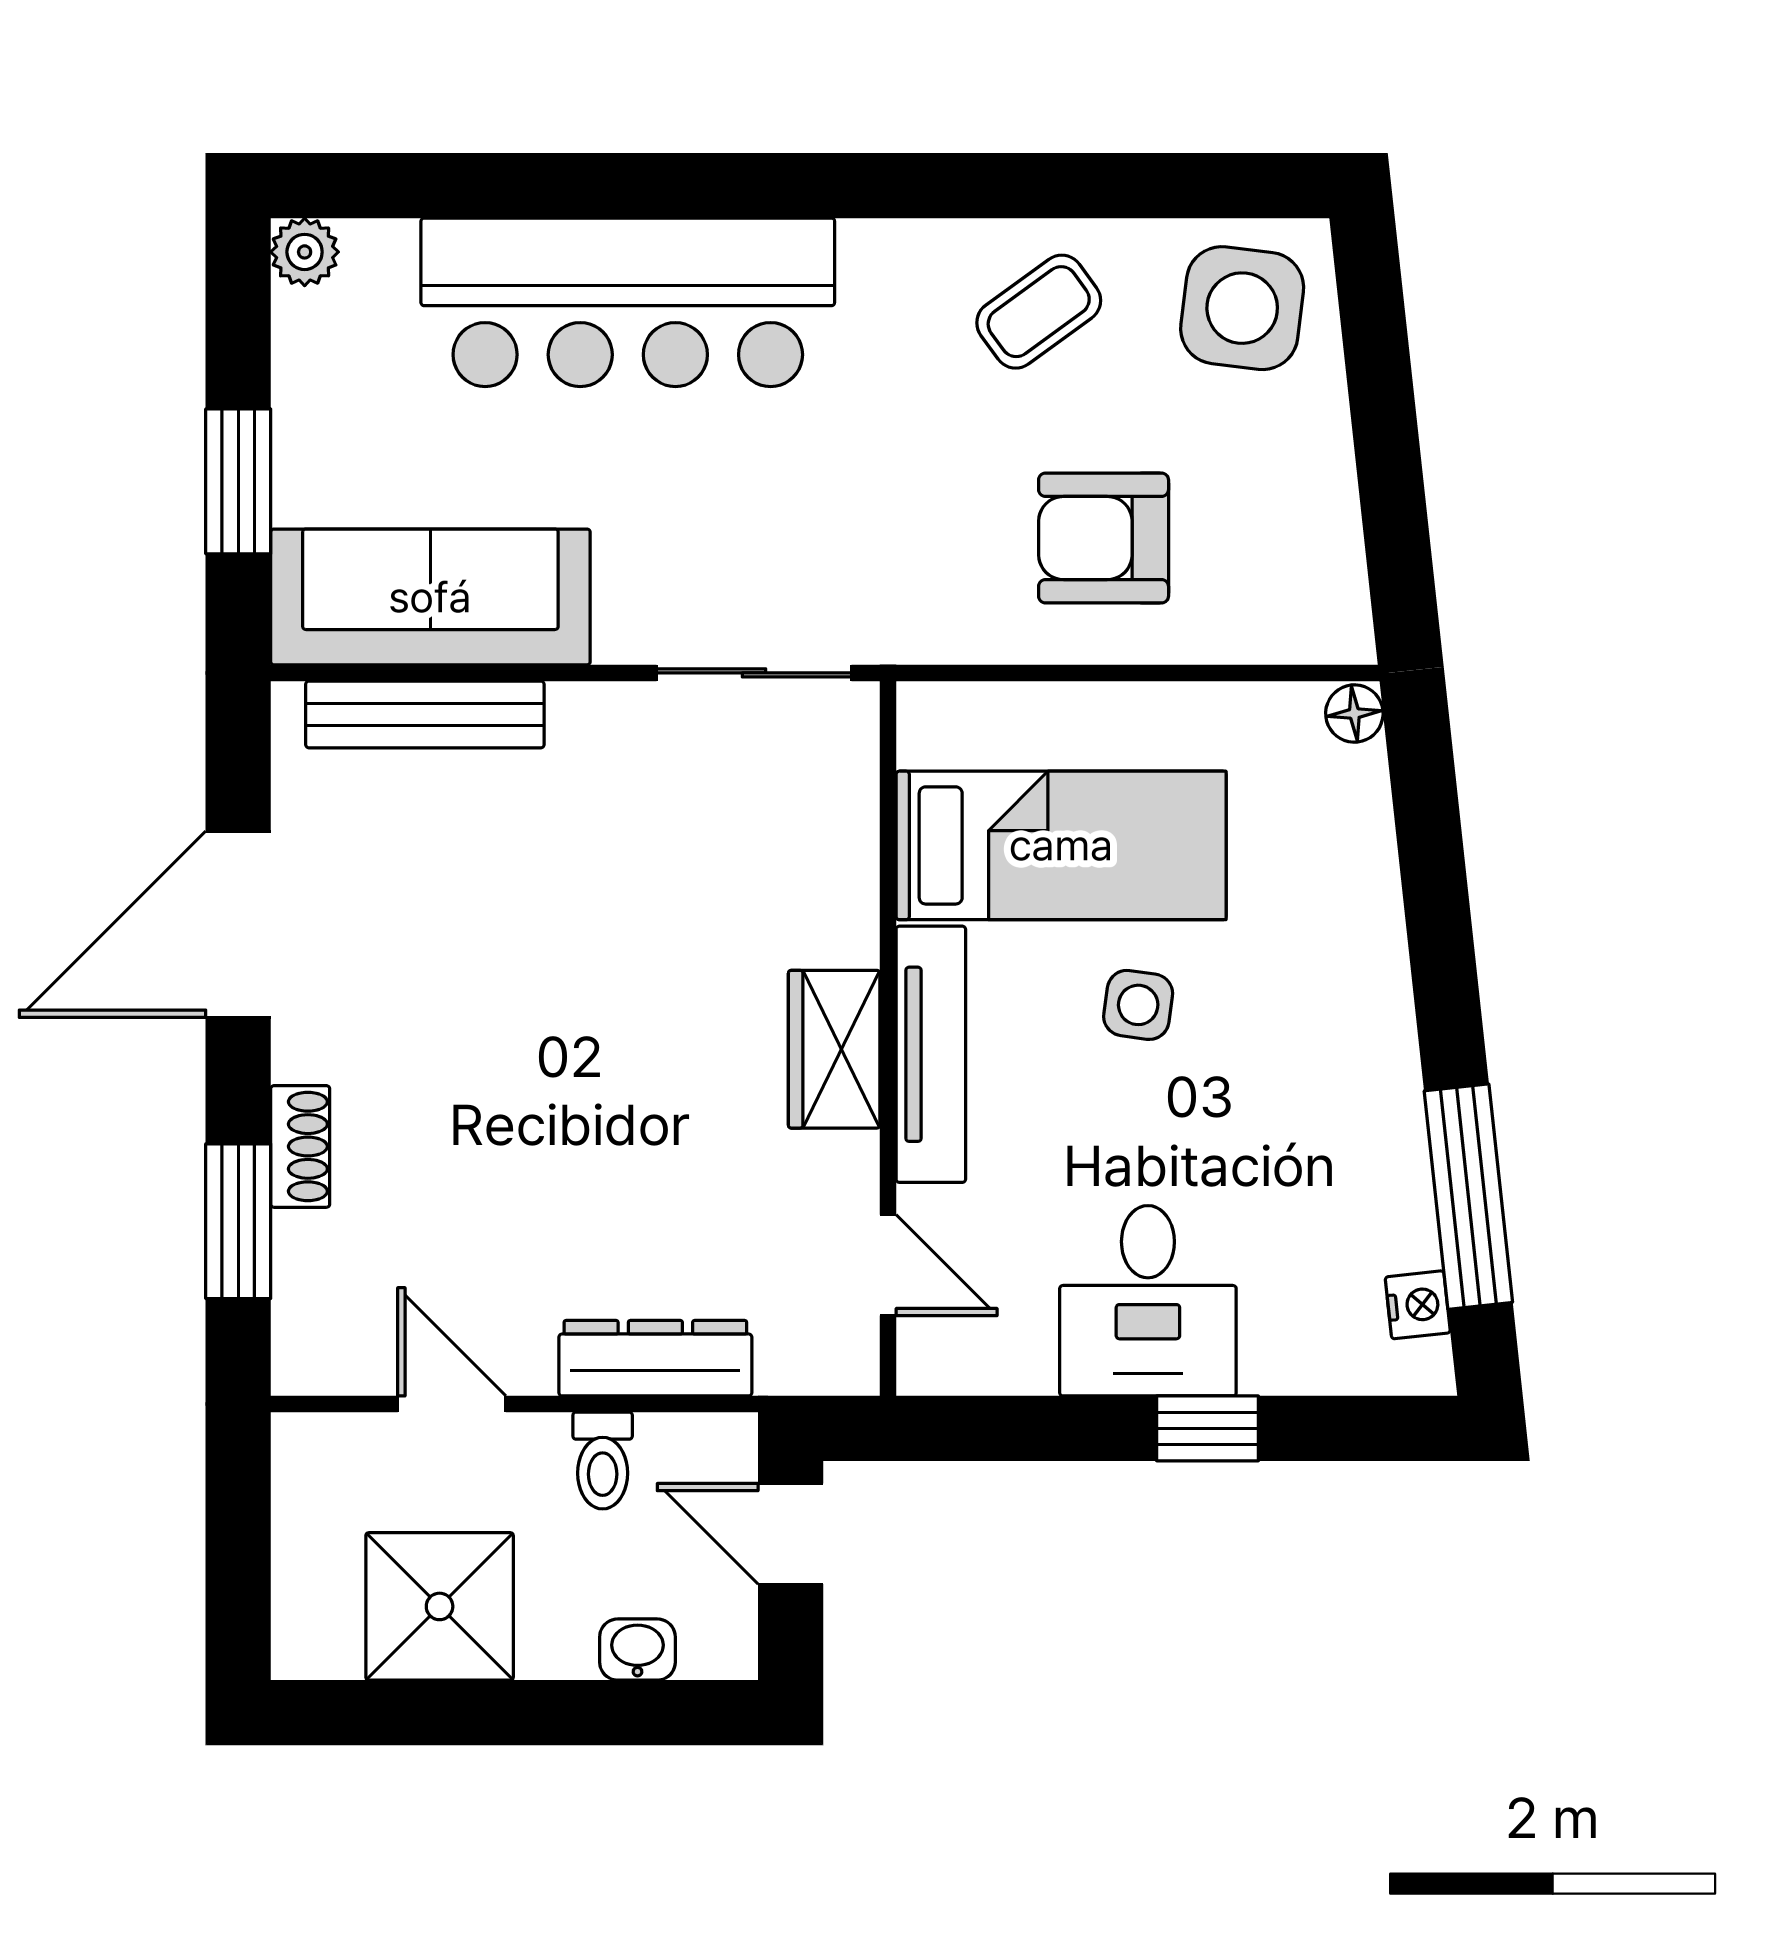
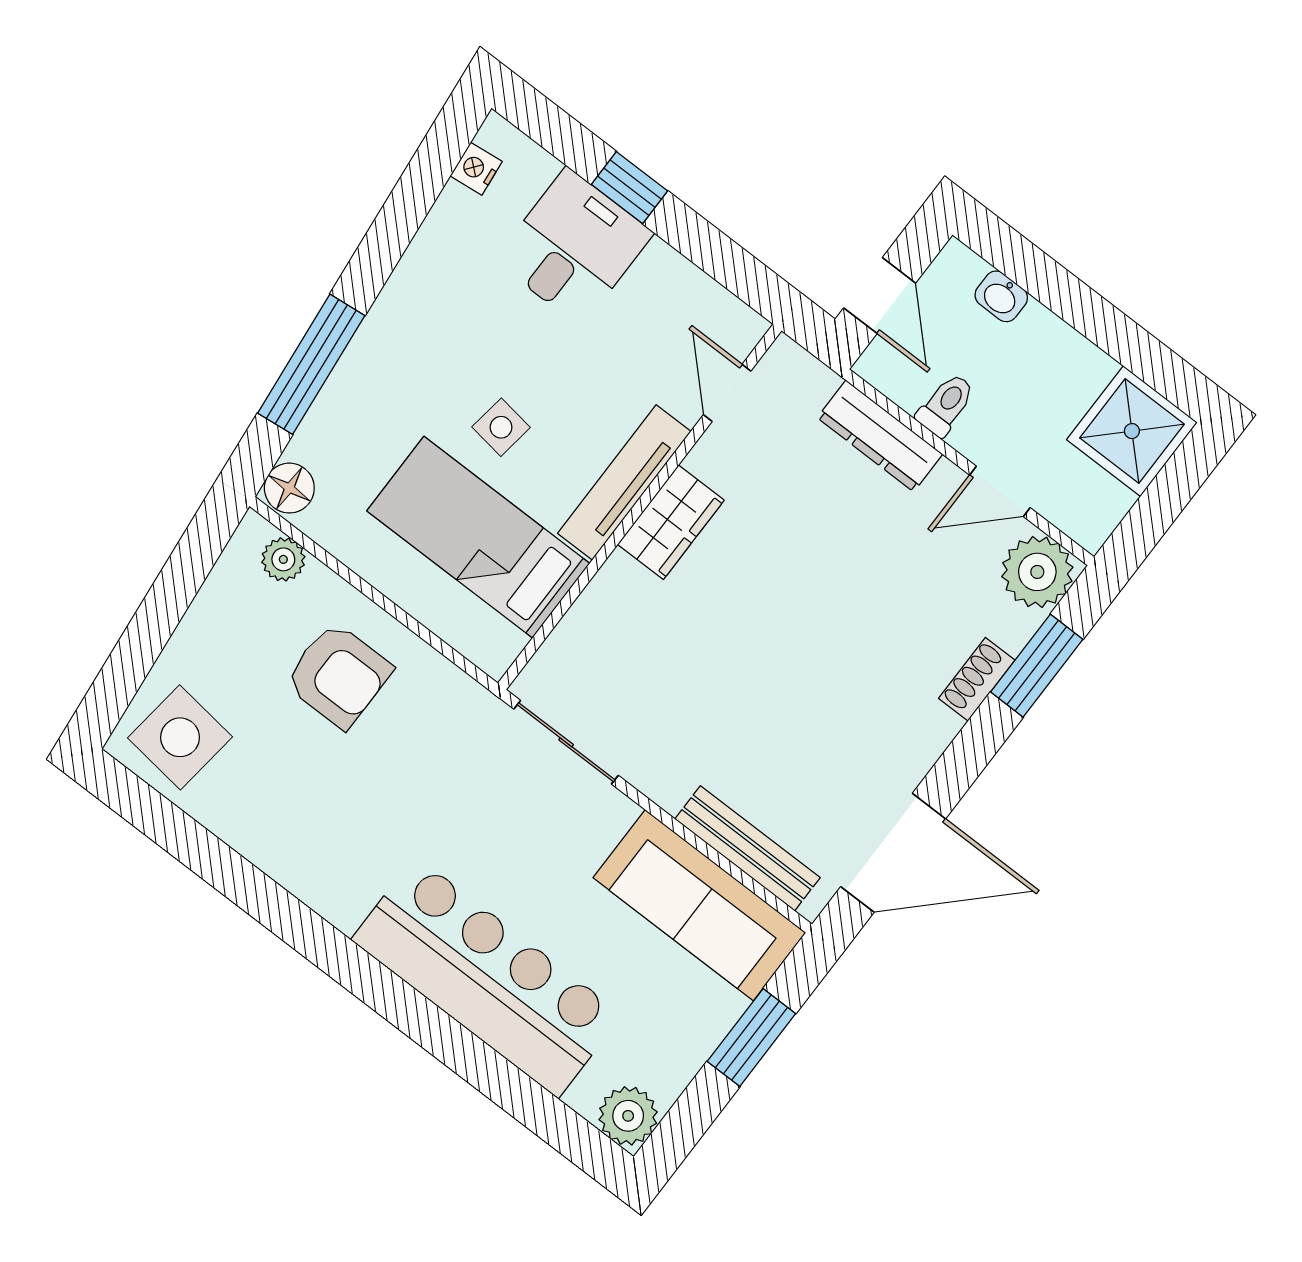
plant: (305, 252) -> (628, 1116), width x1.38, depth x1.38
coffee table: (1039, 312) -> (284, 814), removed
plant: (1284, 630) -> (283, 559), added
floor lamp: (1354, 714) -> (289, 488), width x1.37, depth x1.37
door: (238, 924) -> (893, 853), moved
window: (1468, 1197) -> (311, 364), moved
desk: (1148, 1301) -> (574, 247), moved
plant: (327, 1339) -> (1037, 572), added
door: (452, 1404) -> (1000, 491), hinge flipped
shower: (440, 1606) -> (1132, 431), moved

